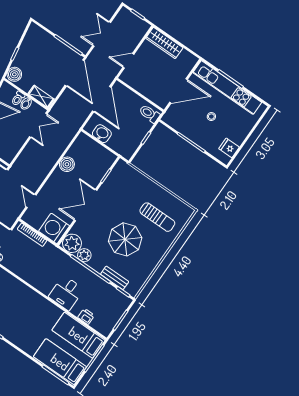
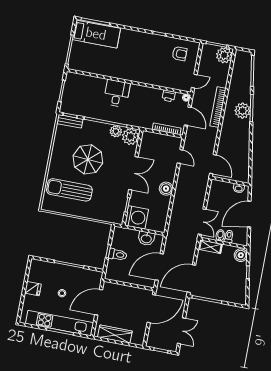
double door: (102, 34) -> (182, 331), moved
wardrobe: (164, 43) -> (115, 334), moved
door: (128, 61) -> (151, 309), width x1.87
door: (75, 73) -> (191, 279), hinge flipped
door: (102, 99) -> (159, 267), hinge flipped
toilet: (149, 114) -> (118, 255), moved
double door: (38, 125) -> (202, 222), swing flipped
fridge: (229, 148) -> (33, 289), moved
boiler: (67, 164) -> (166, 189), moved
sun lounger: (157, 217) -> (69, 190), width x1.36, depth x1.34
washing machine: (54, 229) -> (137, 217), moved
bench: (115, 278) -> (70, 121), moved
printer: (86, 316) -> (169, 96), moved
bed: (78, 335) -> (91, 63), removed

